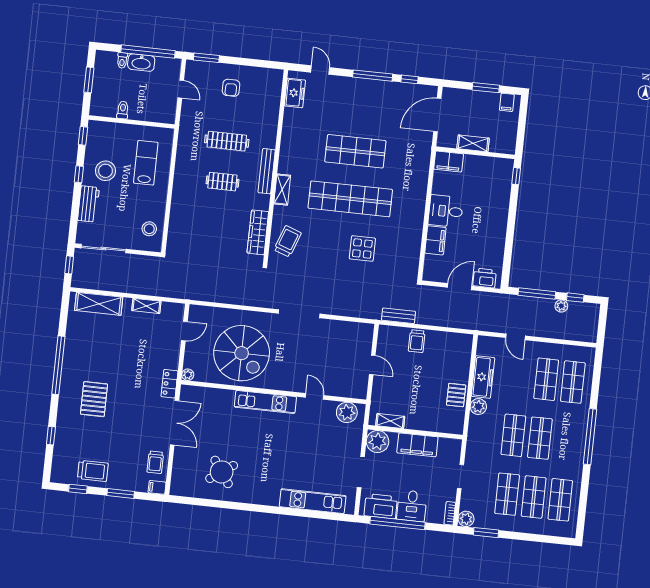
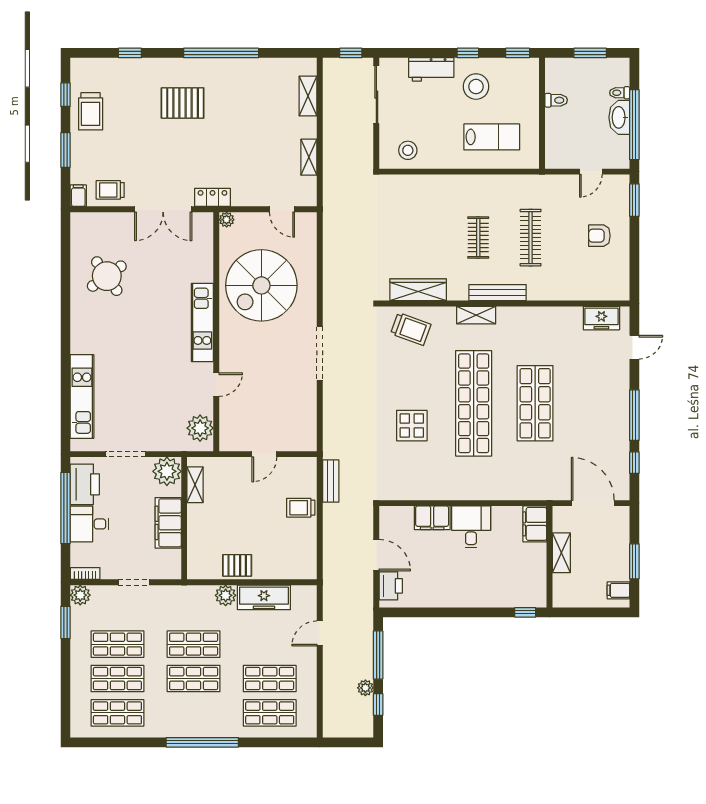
shelving: (99, 304) -> (308, 96), width x0.67, depth x0.75

